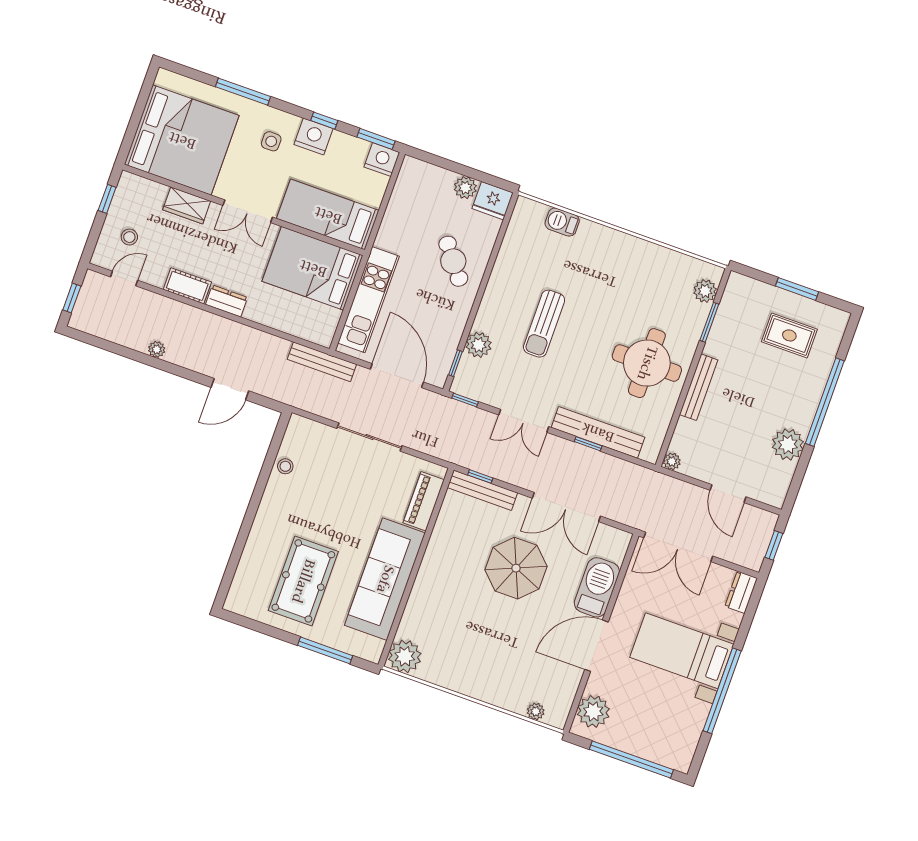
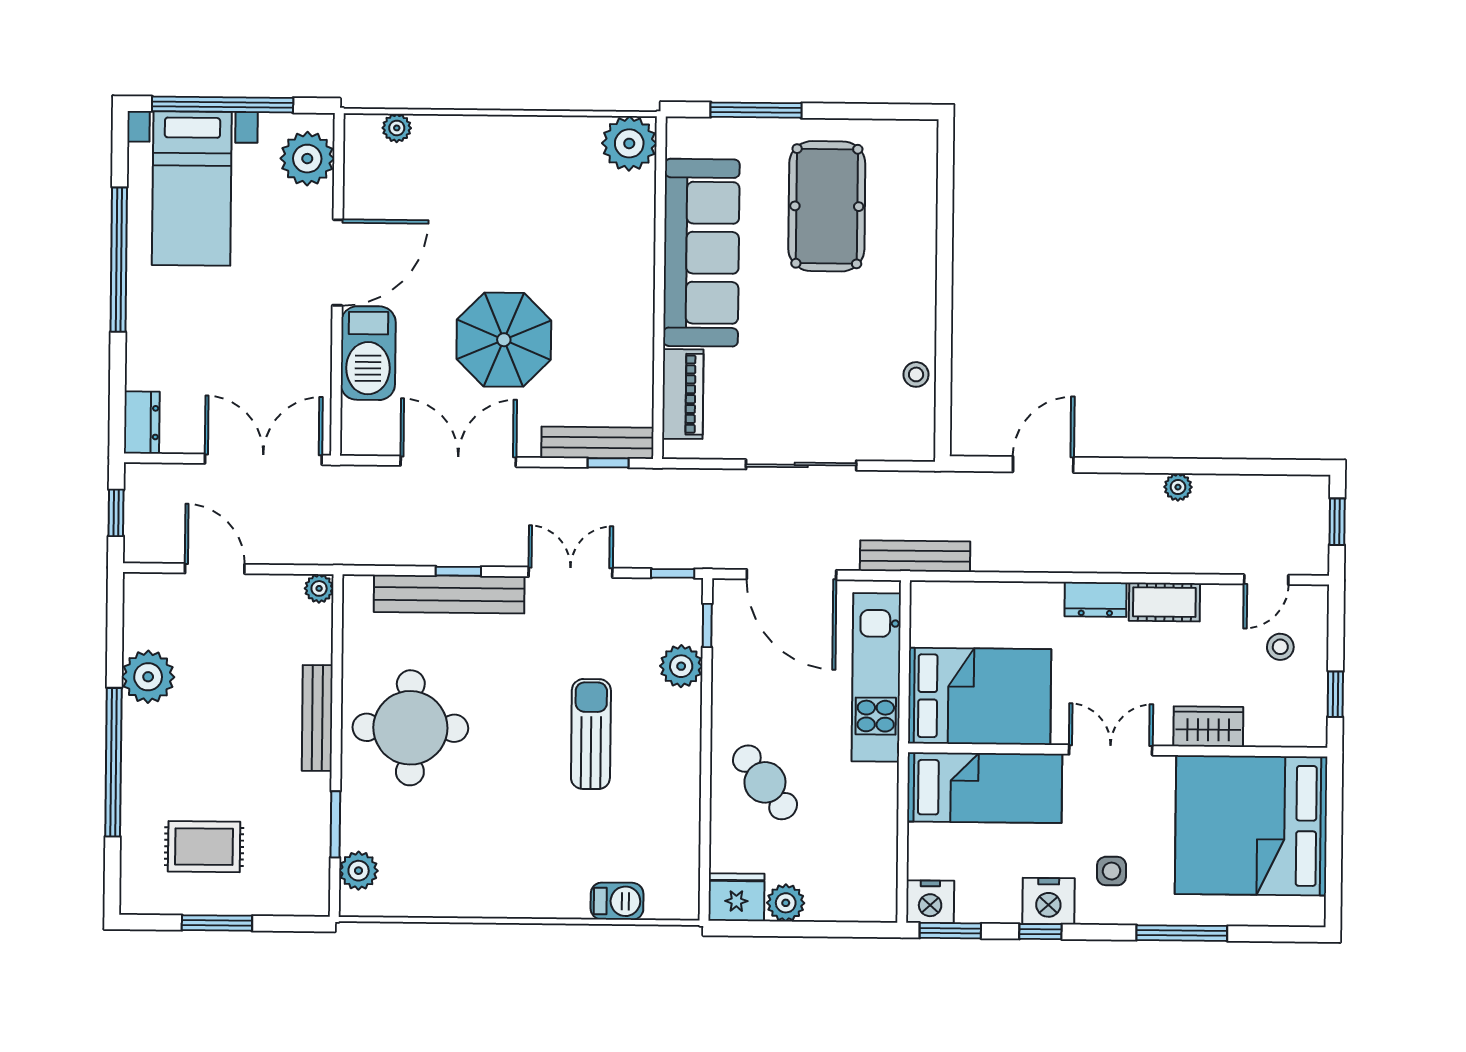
bed with nightstands: (682, 651) -> (192, 189), moved, turned 90

